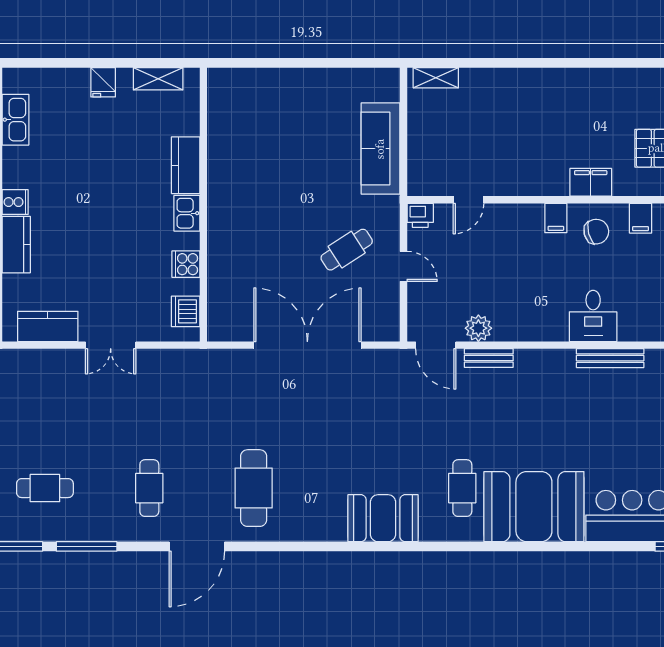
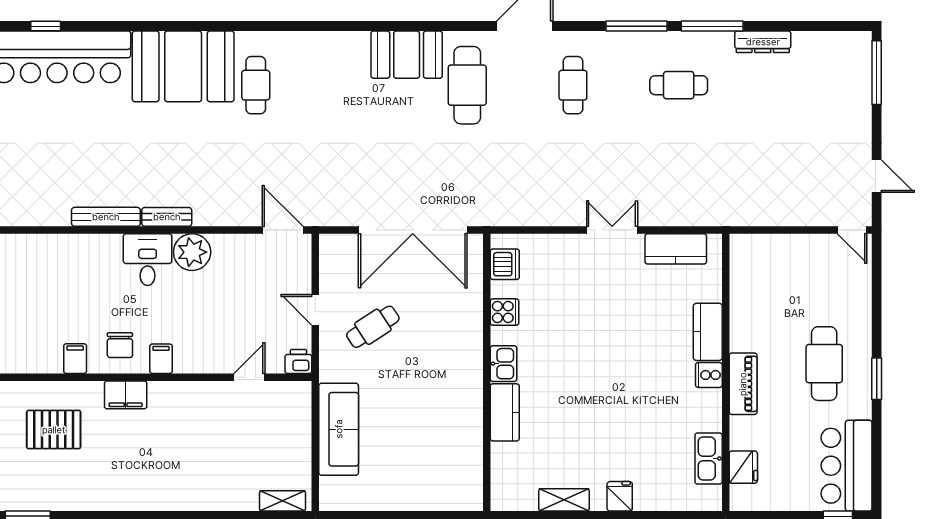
kitchen counter: (186, 165) -> (505, 412), moved
wall: (203, 205) -> (487, 372), moved
kitchen sink: (187, 213) -> (503, 364), moved
chair: (596, 232) -> (120, 345), turned -75
cooker: (186, 264) -> (504, 312), moved
dishwasher: (186, 311) -> (505, 264), moved
desk: (593, 316) -> (148, 260), moved
plant: (478, 328) -> (192, 252), moved, width x1.36, depth x1.36
bench: (489, 358) -> (167, 217), moved
booth: (383, 518) -> (407, 55), moved

